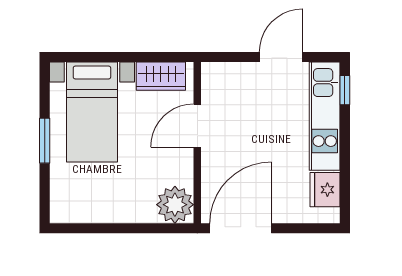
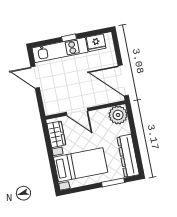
window: (345, 90) -> (69, 38), moved
window: (45, 141) -> (113, 182), moved
dresser: (91, 208) -> (128, 156), added

